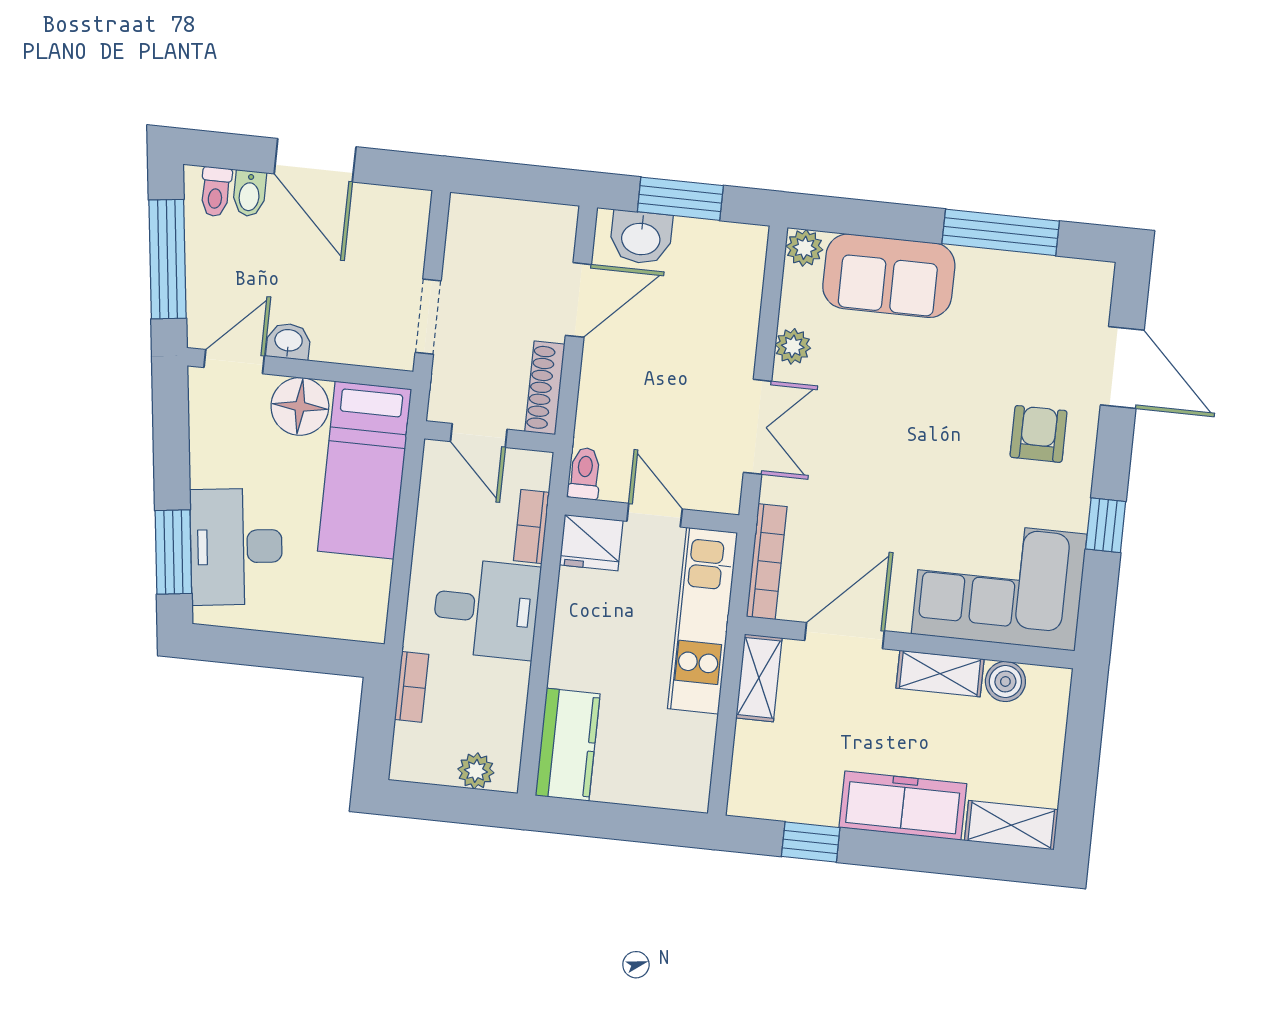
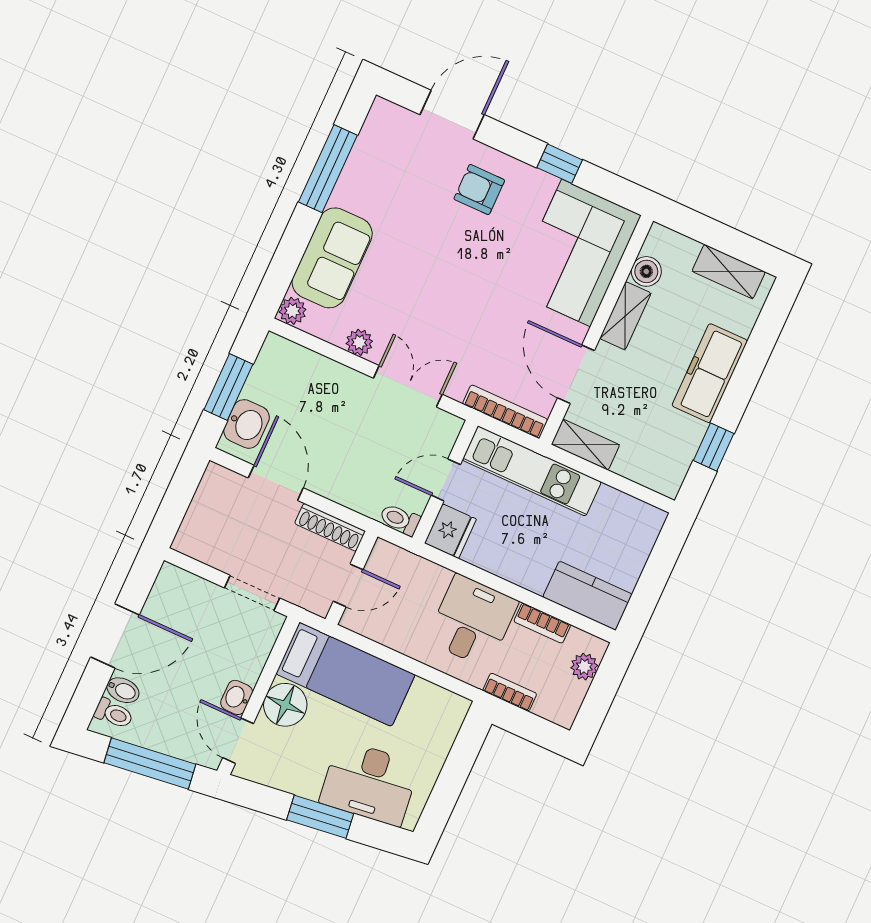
bookcase: (531, 526) -> (542, 623), moved
window: (173, 552) -> (320, 817), moved
shelving: (1011, 825) -> (729, 272), moved, turned 90

